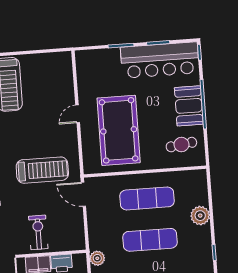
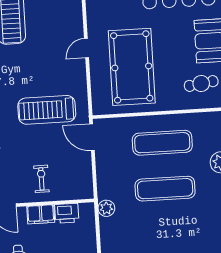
treadmill: (42, 170) -> (47, 110), turned 180
exercise bike: (38, 232) -> (41, 179), width x0.73, depth x0.72

